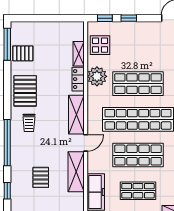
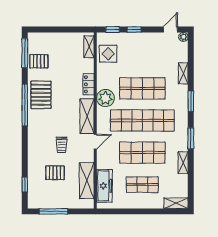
shelving: (79, 54) -> (89, 47), moved
plant: (97, 76) -> (105, 98), moved
trolley: (29, 123) -> (62, 145), moved
window: (7, 143) -> (25, 105), moved
shelving: (76, 172) -> (87, 181), moved
pallet: (41, 177) -> (55, 173), turned 90

